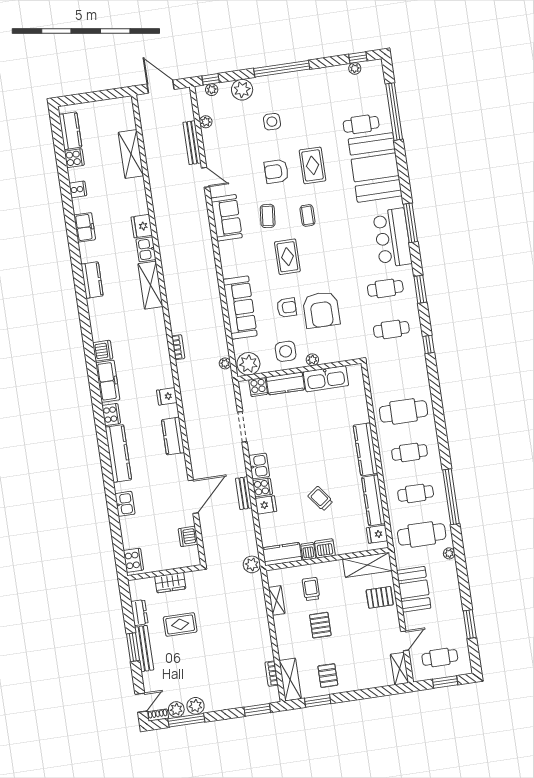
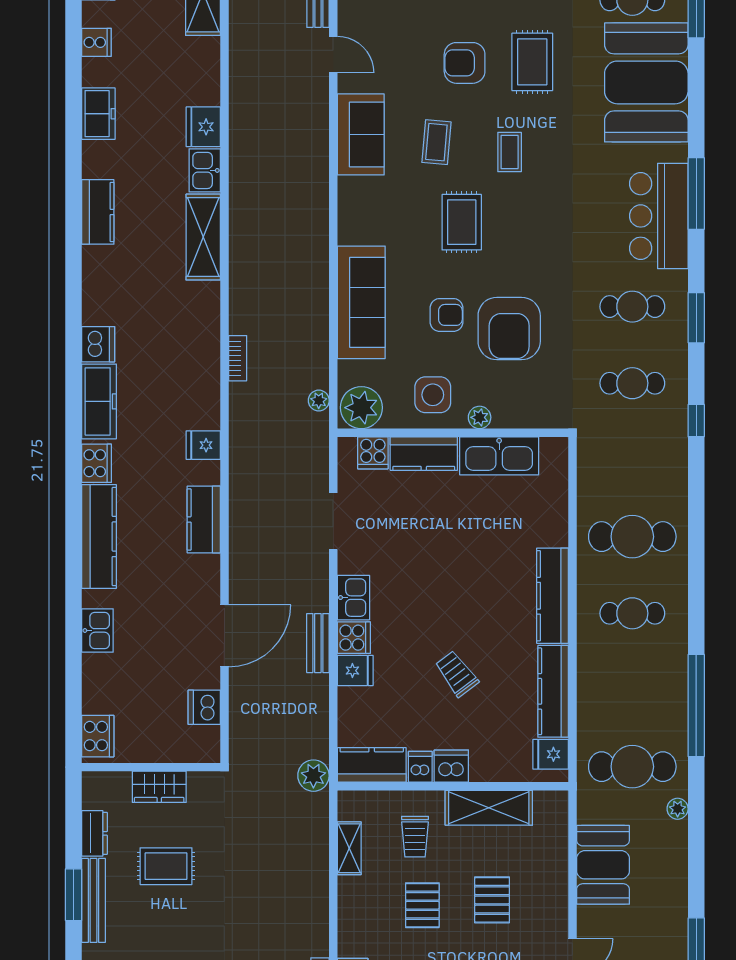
cafe table: (416, 493) -> (632, 690), removed
shelving: (367, 565) -> (489, 808), moved
trolley: (311, 589) -> (415, 837), turned 180
pallet: (380, 597) -> (492, 900), moved, turned 90

